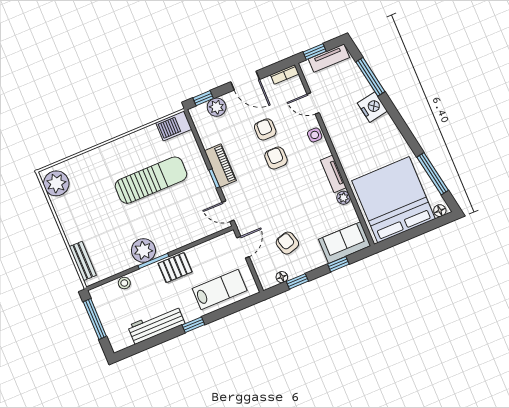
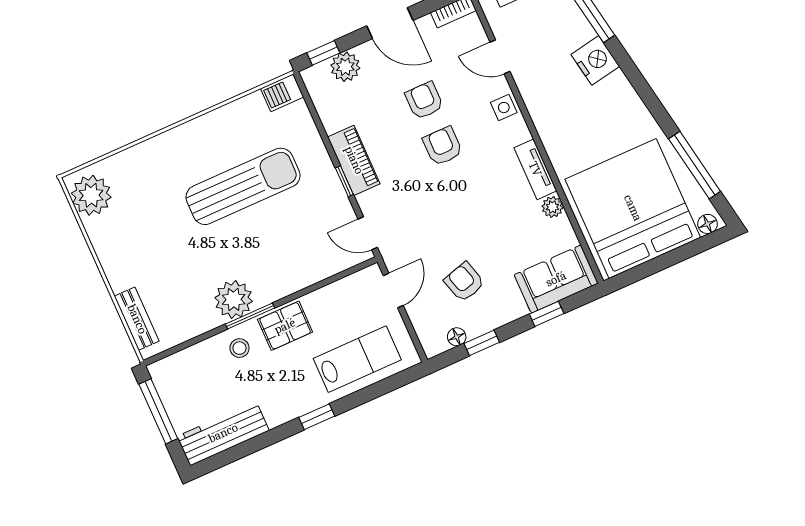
barbecue: (174, 126) -> (282, 93), width x0.73, depth x0.79
stool: (124, 283) -> (239, 348), moved
workbench: (156, 325) -> (223, 433), moved

